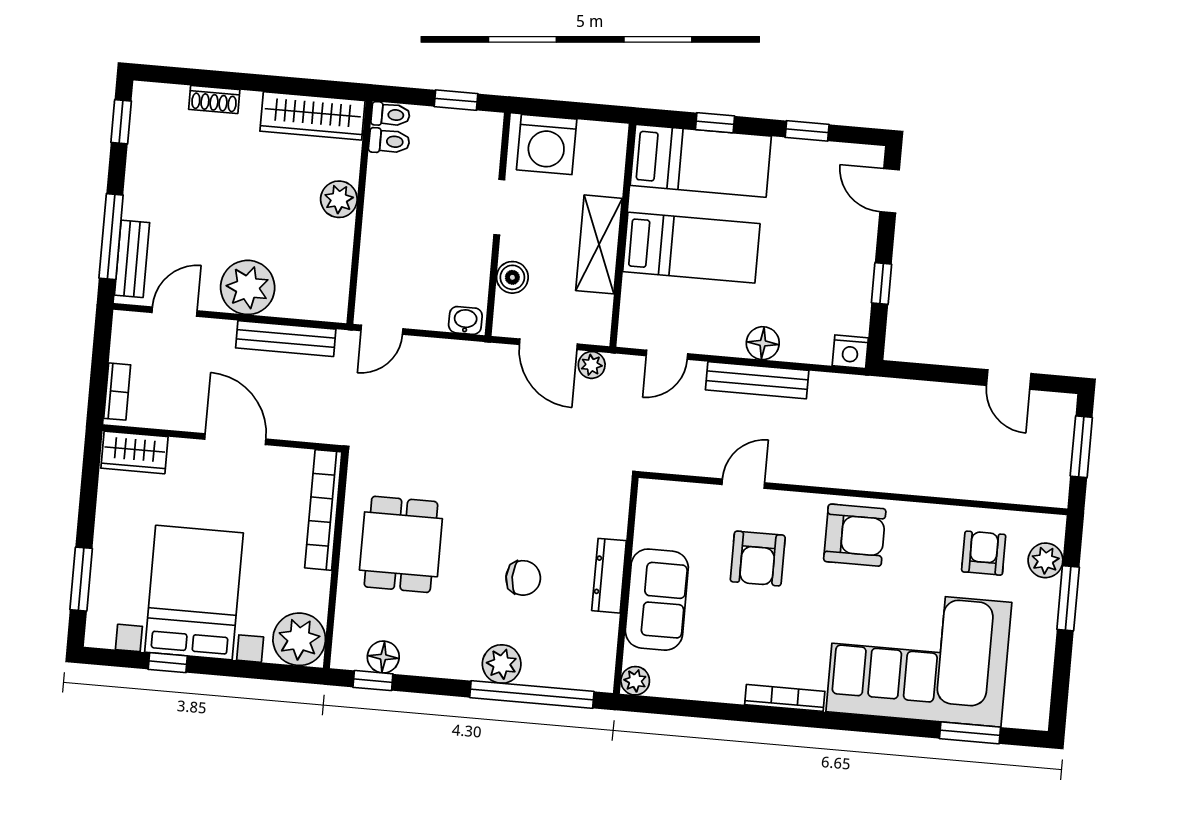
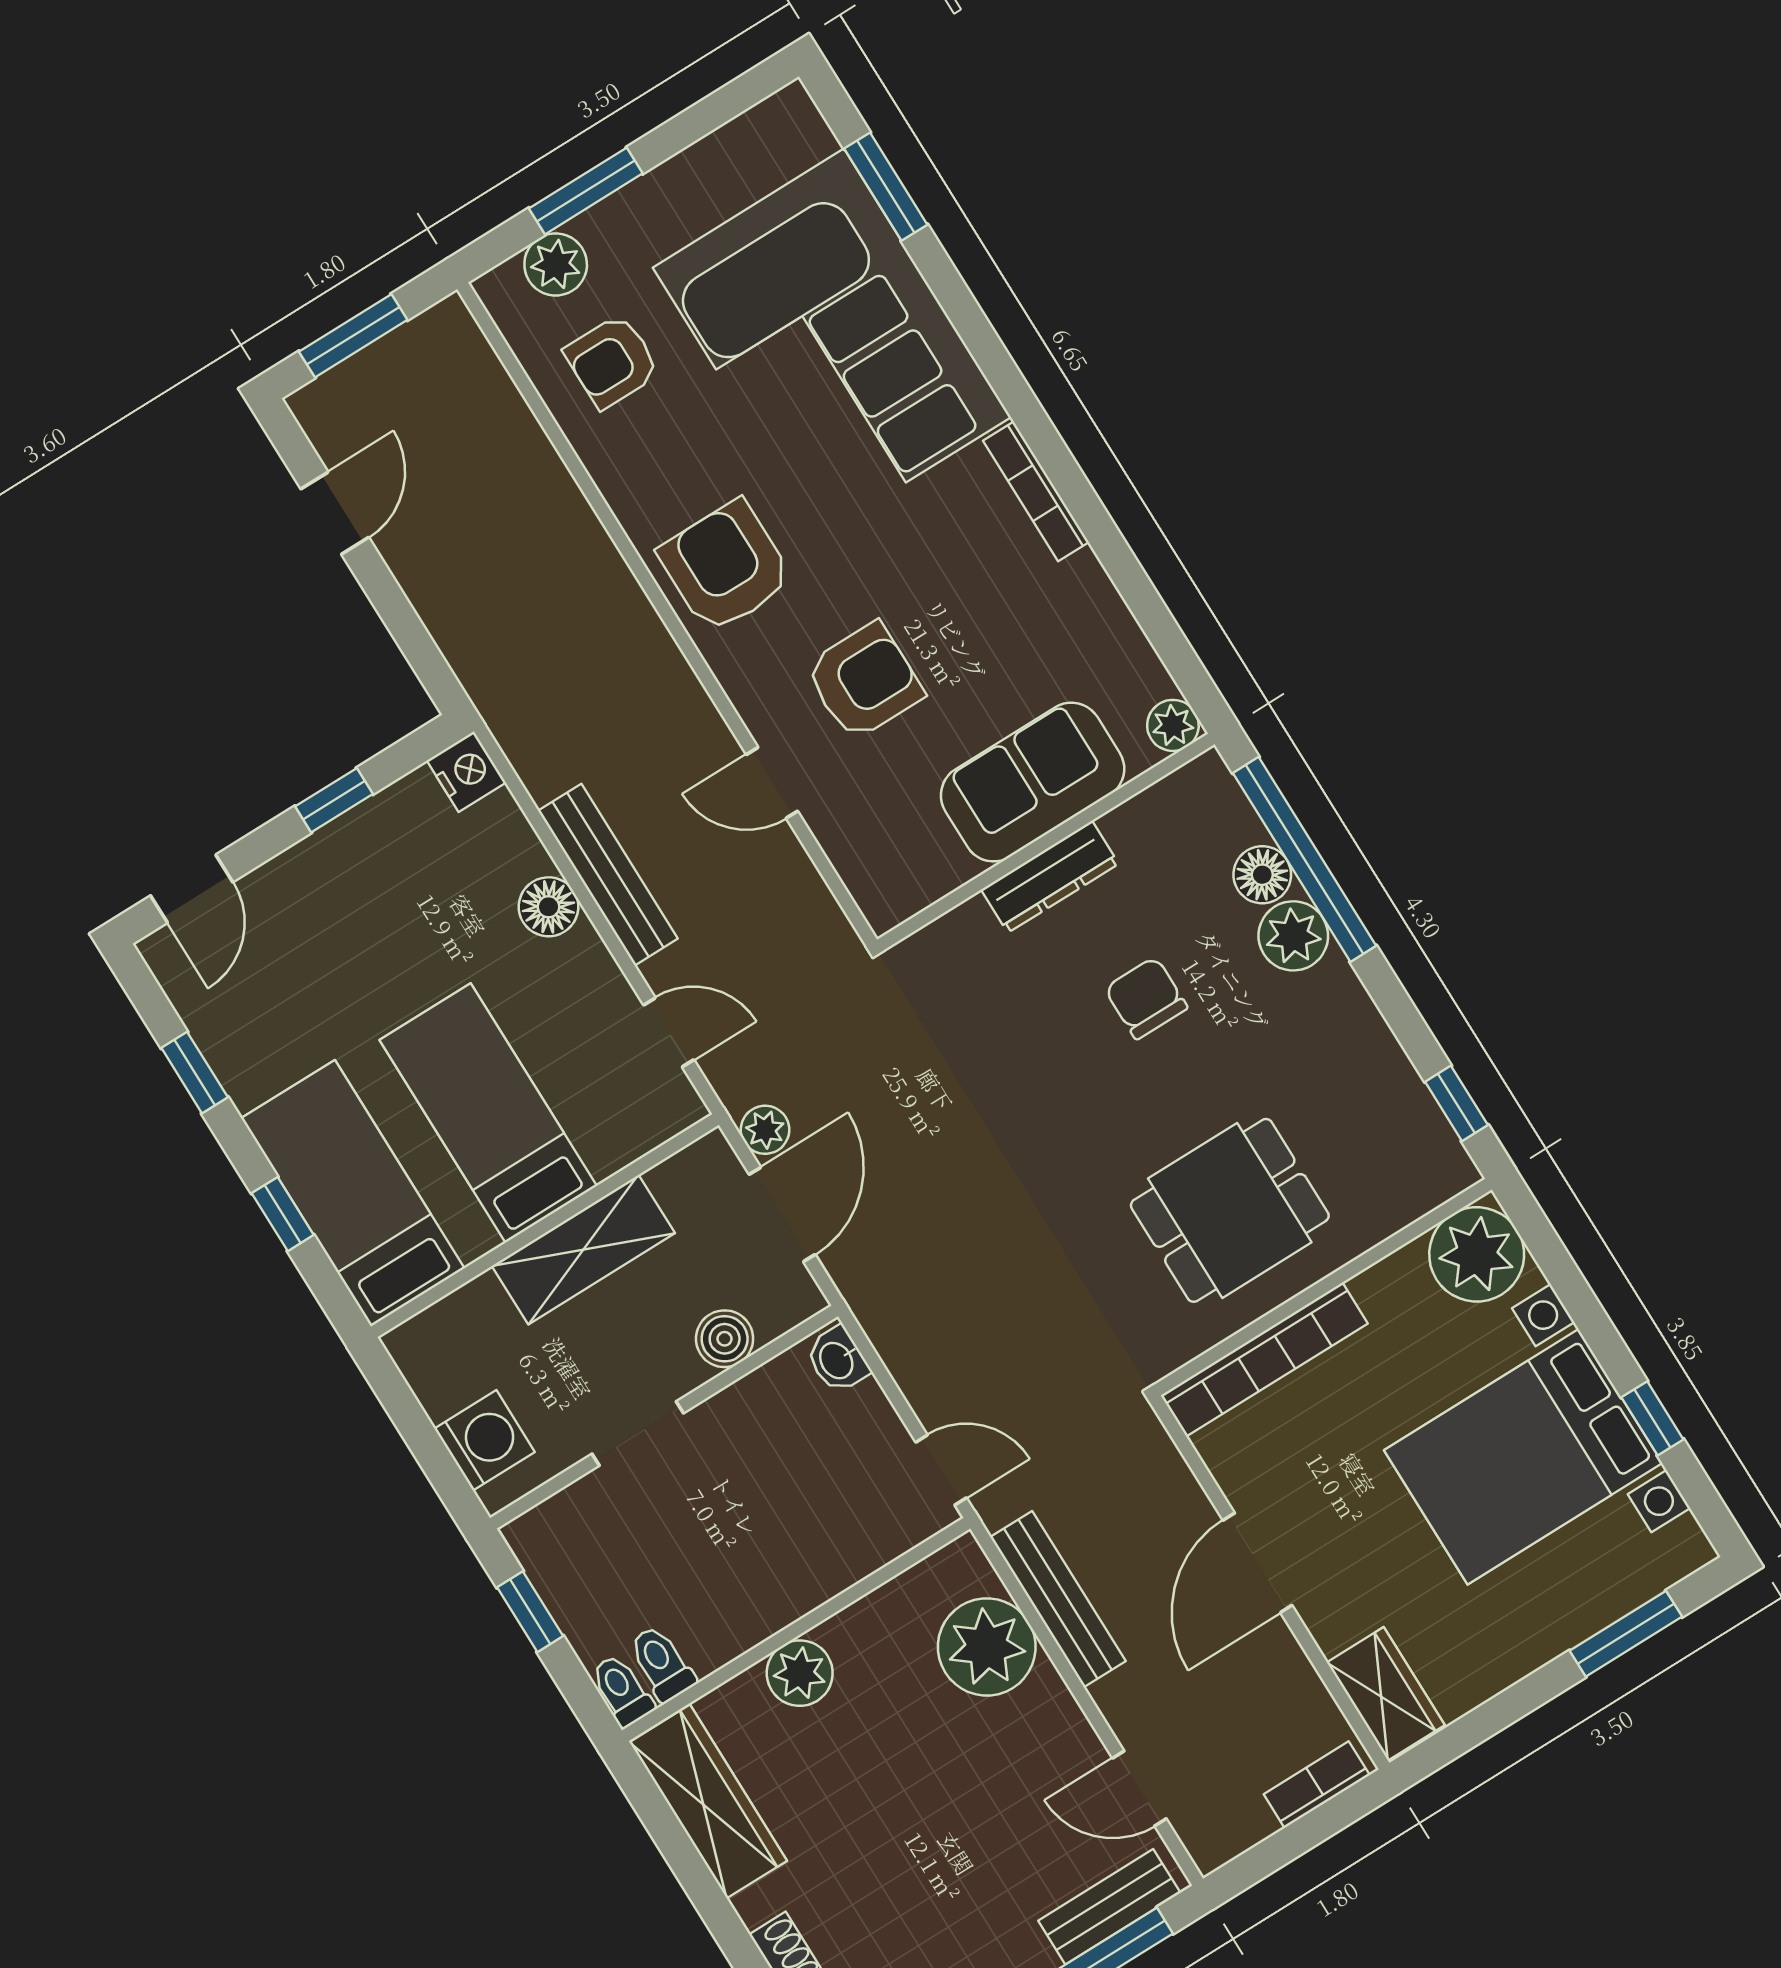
washing machine: (547, 144) -> (485, 1440), width x0.73, depth x0.73
plant: (248, 287) -> (987, 1647), moved
floor lamp: (383, 657) -> (1262, 875), moved

